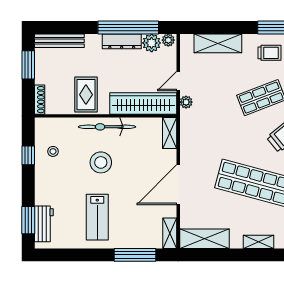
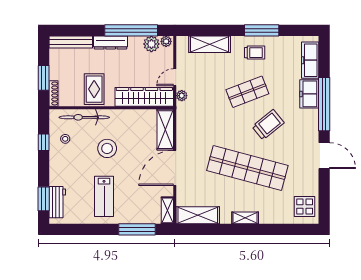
dresser: (122, 41) -> (111, 43), moved
window: (28, 65) -> (44, 78), moved
bicycle: (107, 127) -> (84, 117), moved
shelving: (170, 133) -> (165, 130), width x1.50, depth x1.33

